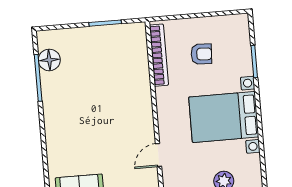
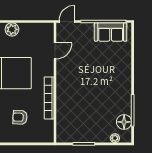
plant: (61, 35) -> (115, 138), added
bookcase: (159, 55) -> (49, 98), moved

